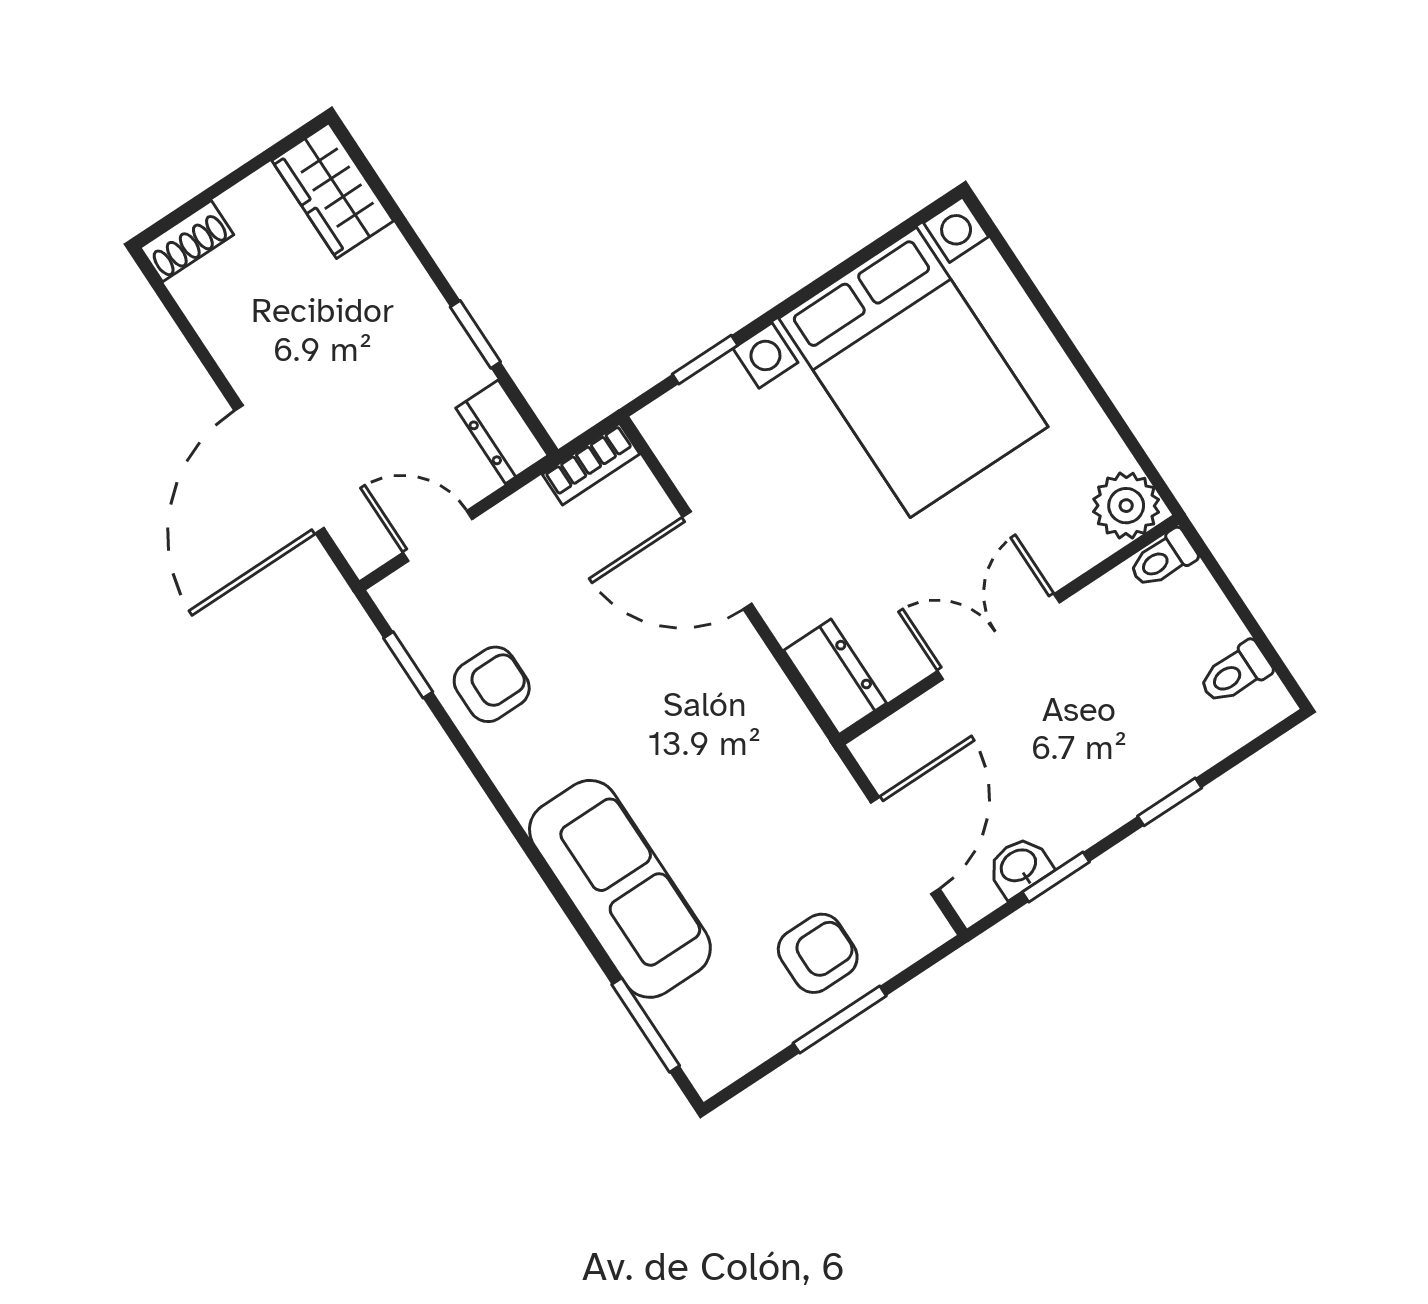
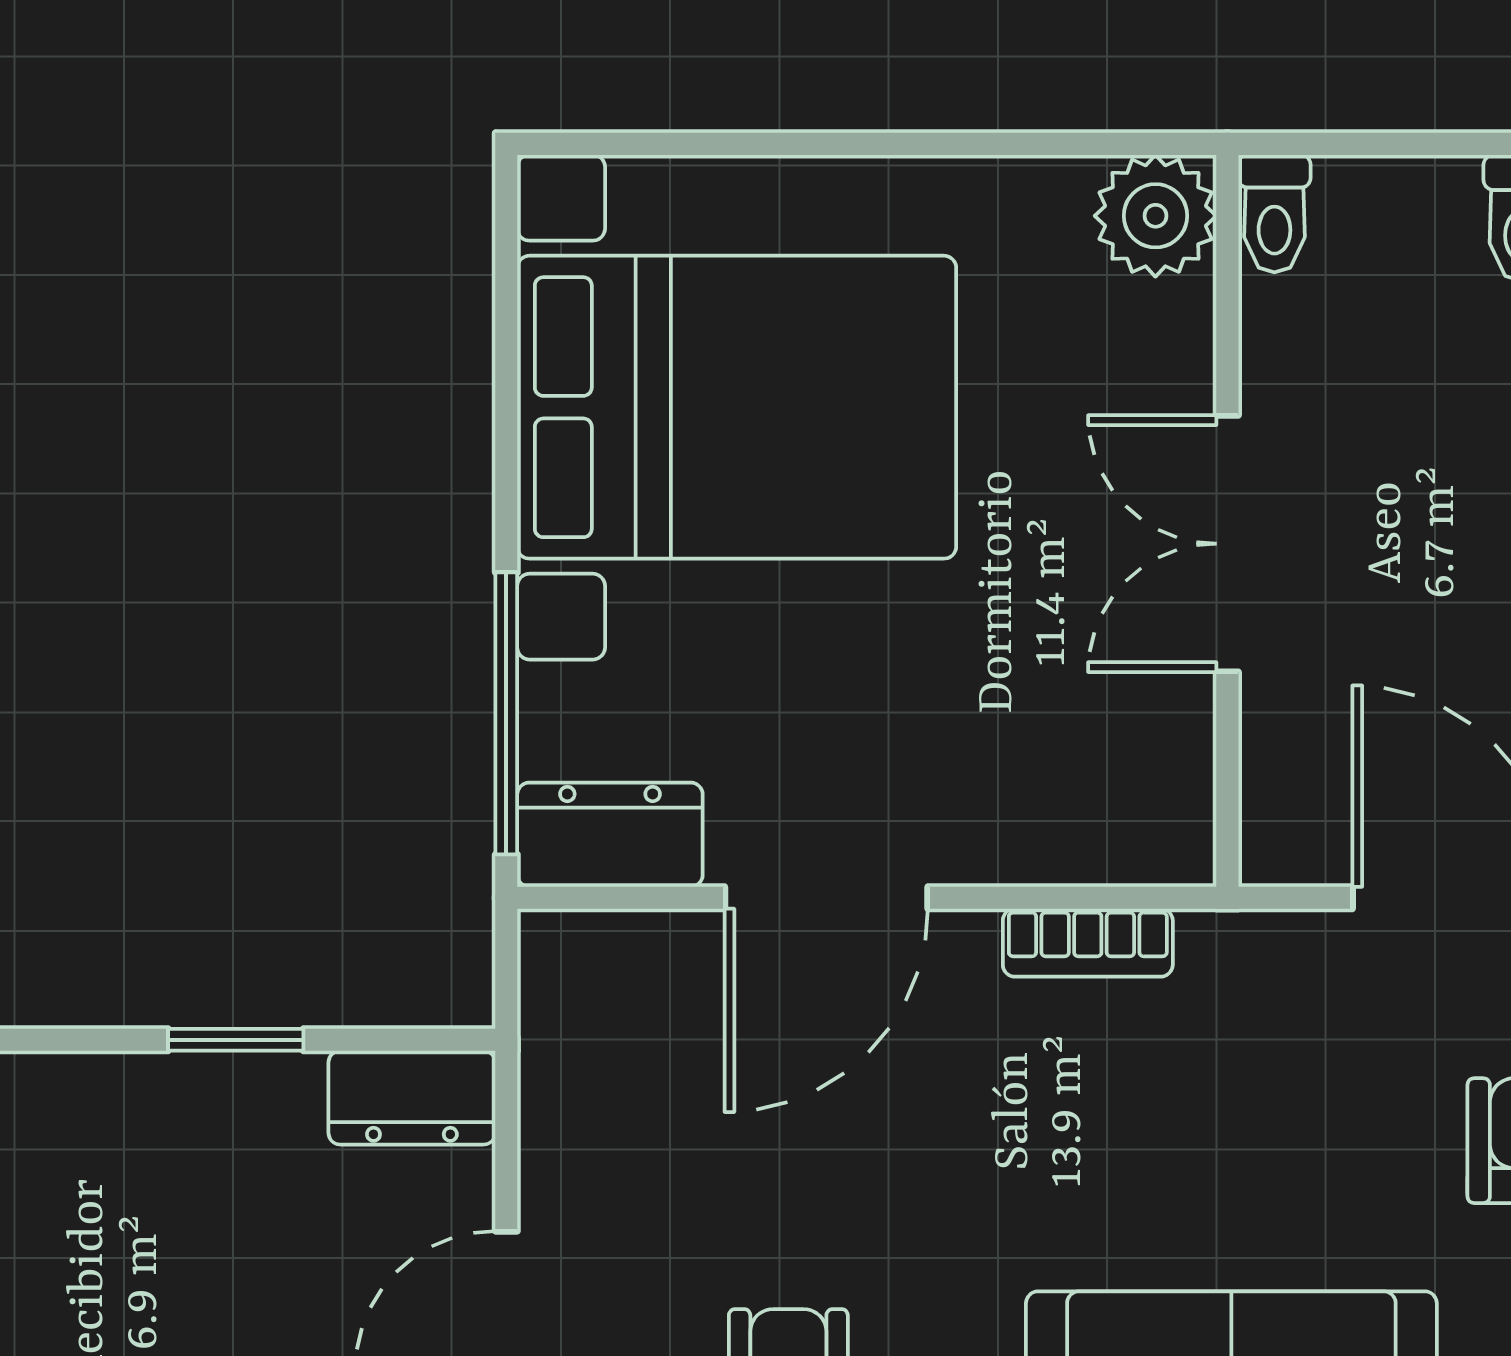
window: (705, 360) -> (506, 713), width x2.17
bookcase: (591, 464) -> (1088, 943), moved, turned 90
dresser: (835, 677) -> (610, 835), moved

